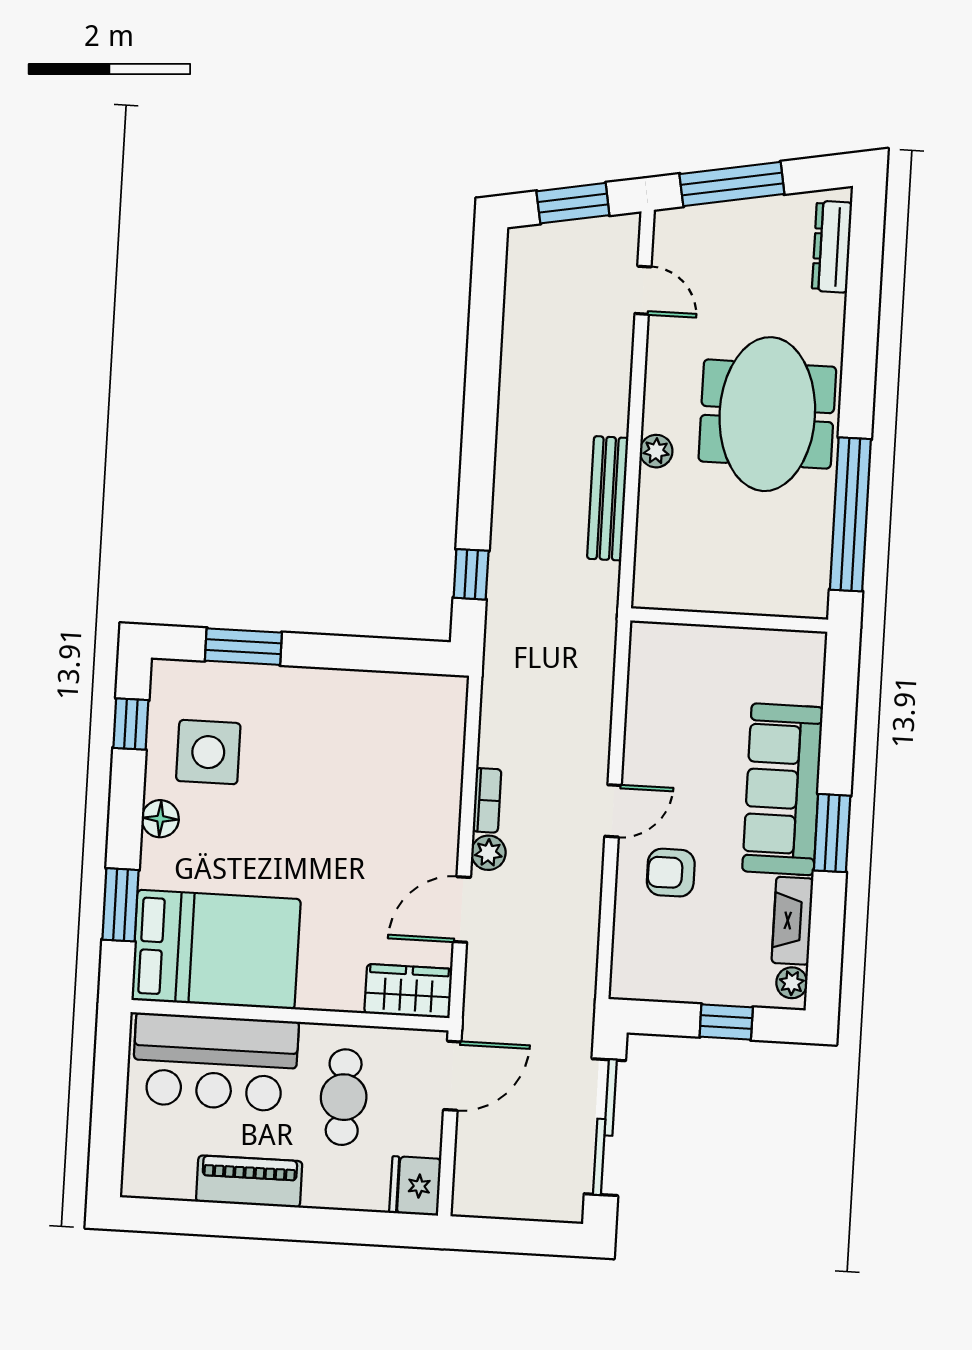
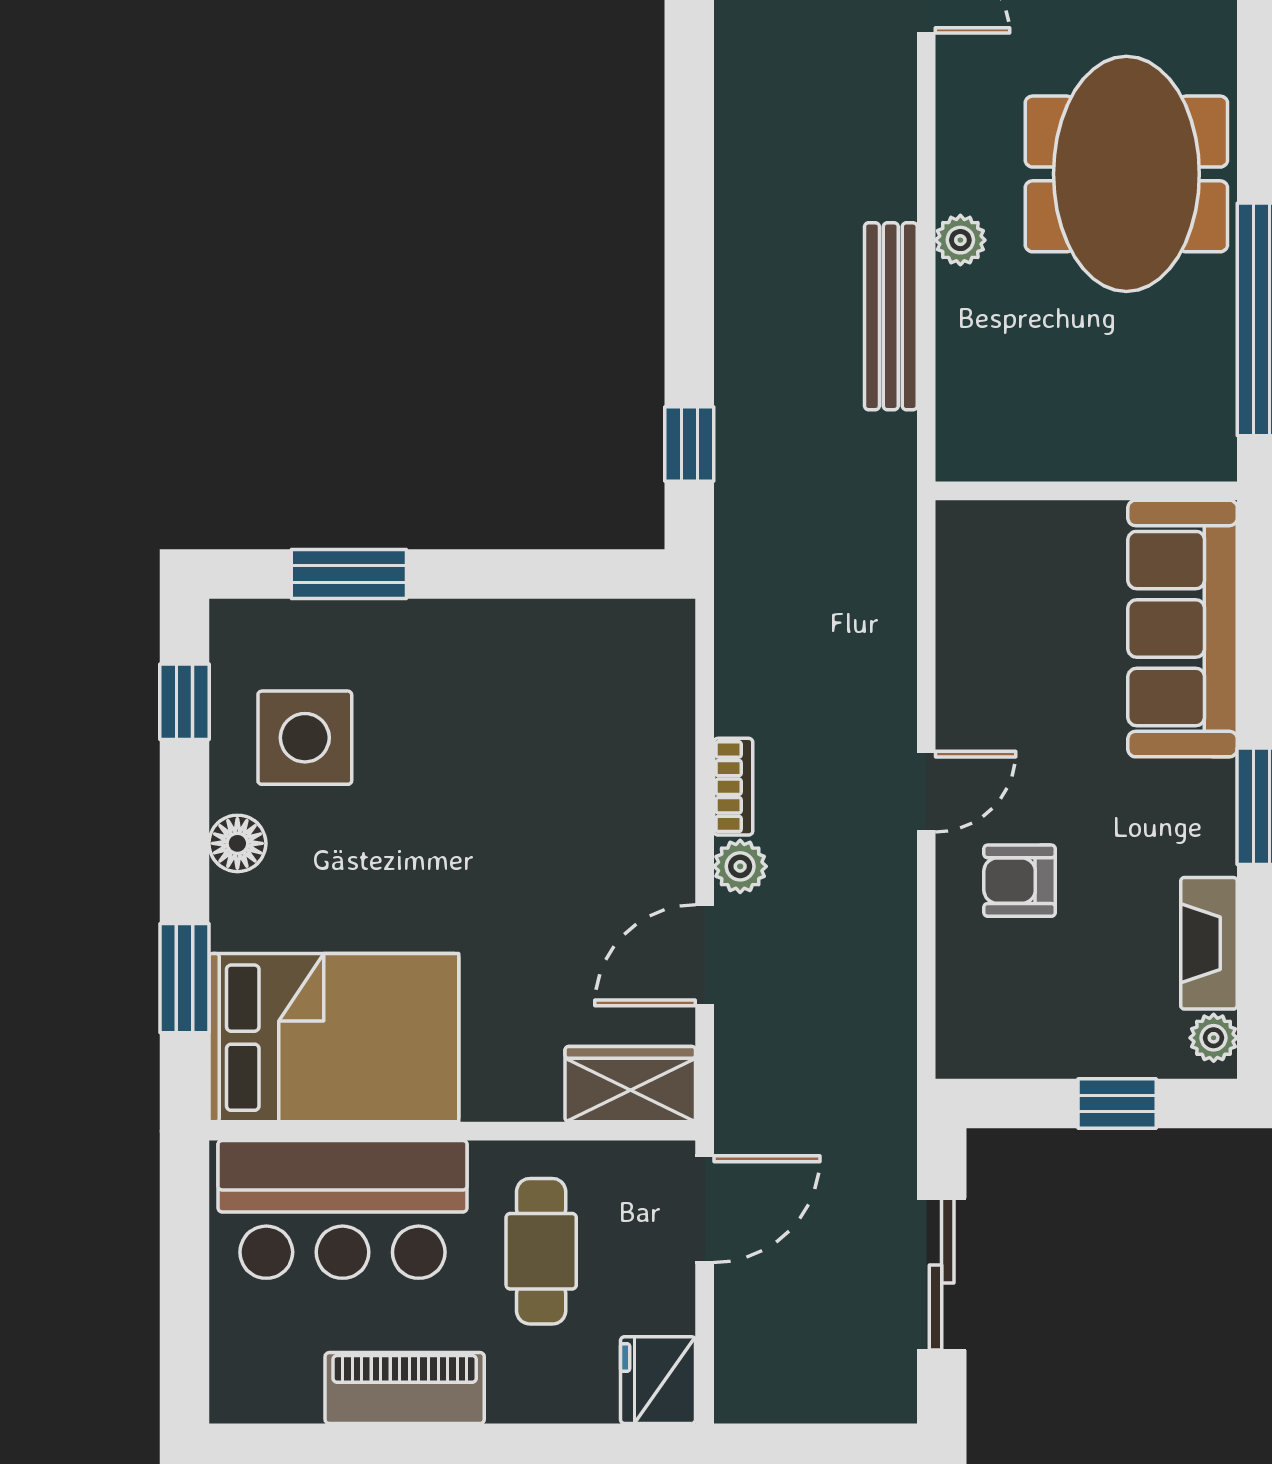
sofa: (783, 789) -> (1183, 629), moved
sliding door: (605, 1127) -> (942, 1274), width x0.73

